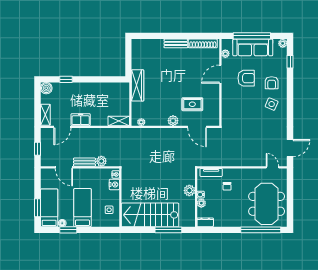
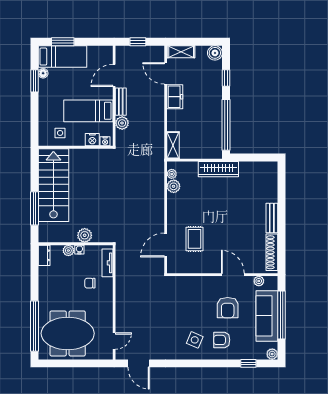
window: (103, 79) -> (226, 125), added
plant: (173, 121) -> (174, 186), moved
bed: (82, 208) -> (88, 111), moved, turned 180

